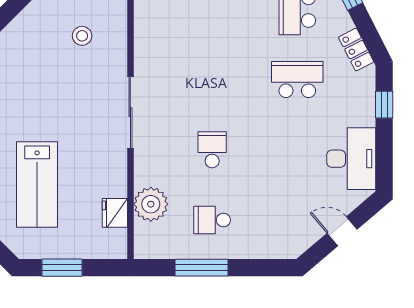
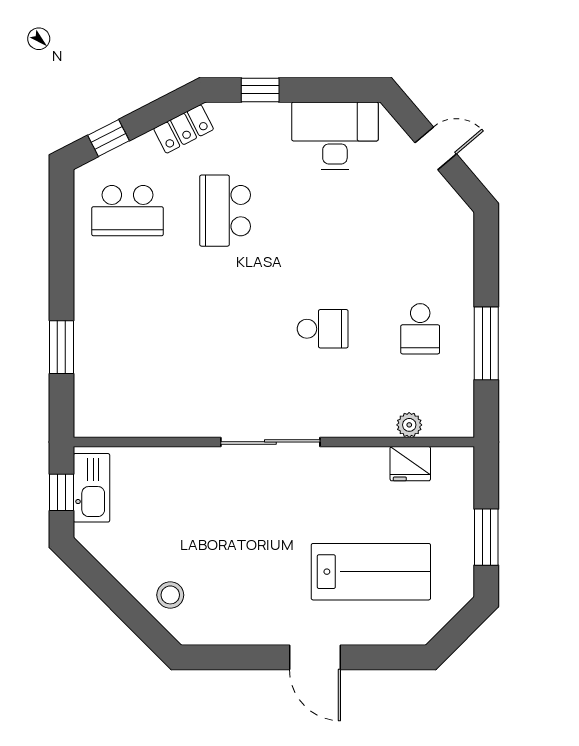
stool: (82, 36) -> (170, 595), moved
school desk: (212, 150) -> (323, 329), turned 180
plant: (151, 204) -> (409, 425), width x0.53, depth x0.53
door: (342, 231) -> (436, 148), swing flipped

